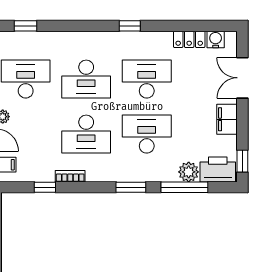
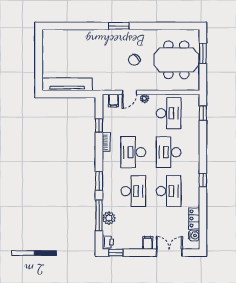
filing cabinet: (227, 119) -> (148, 243), width x0.50
printer: (218, 169) -> (108, 242), width x0.53, depth x0.68

